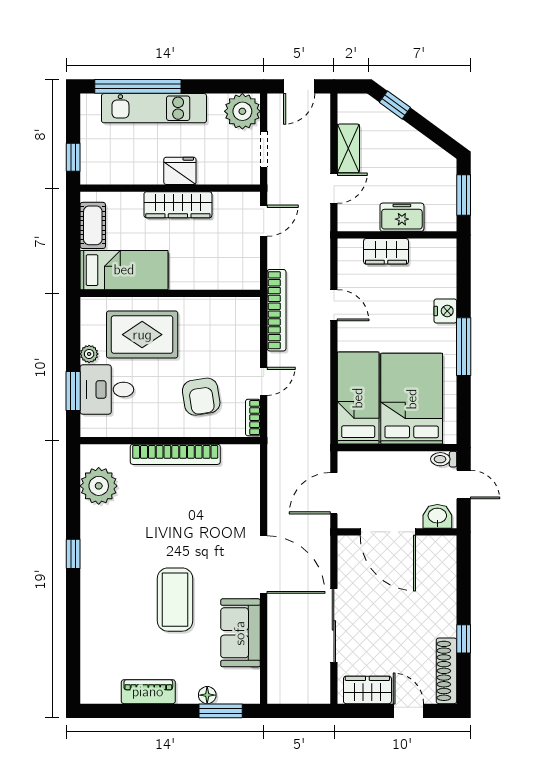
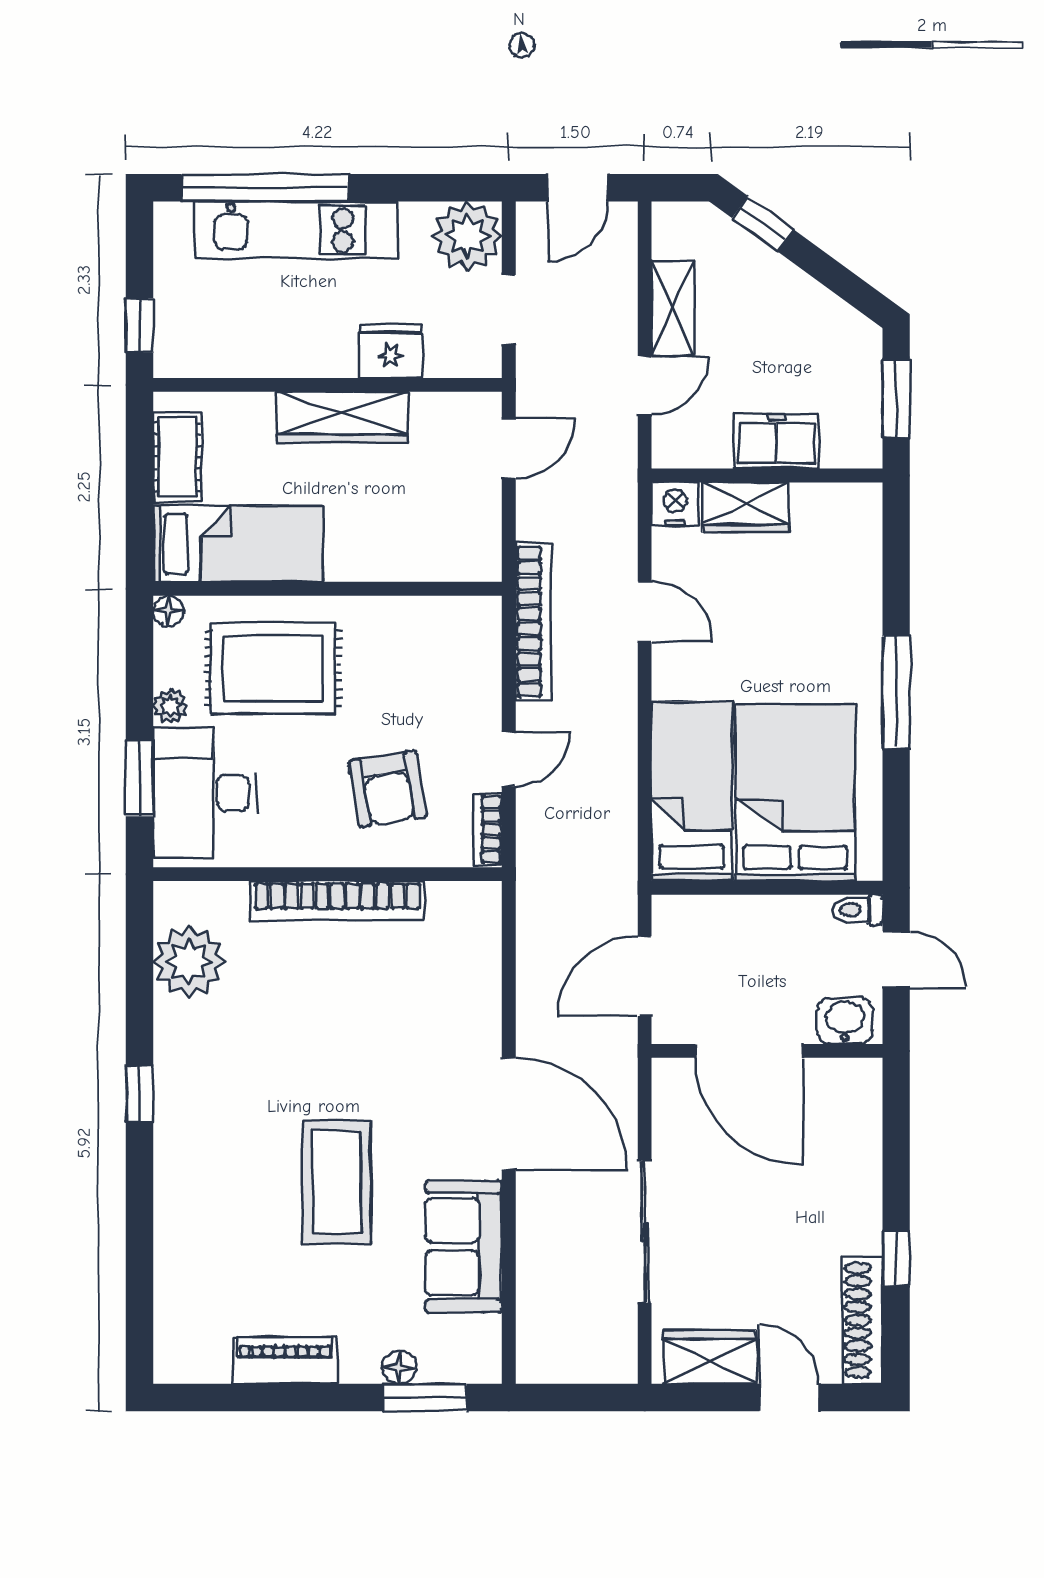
fridge: (180, 171) -> (391, 351), moved
floor lamp: (88, 305) -> (168, 611), added
nightstand: (445, 311) -> (675, 504), moved, turned -90
desk: (107, 390) -> (205, 793), width x1.37

